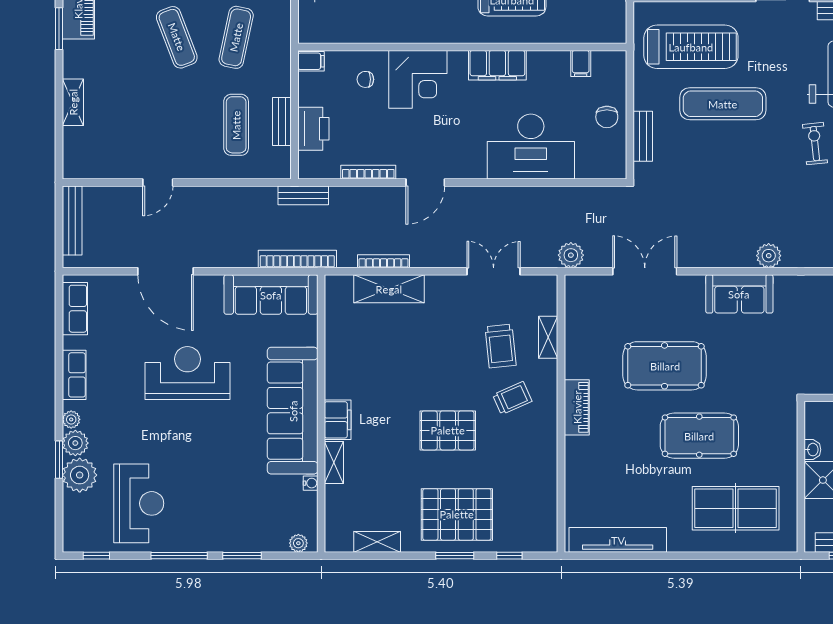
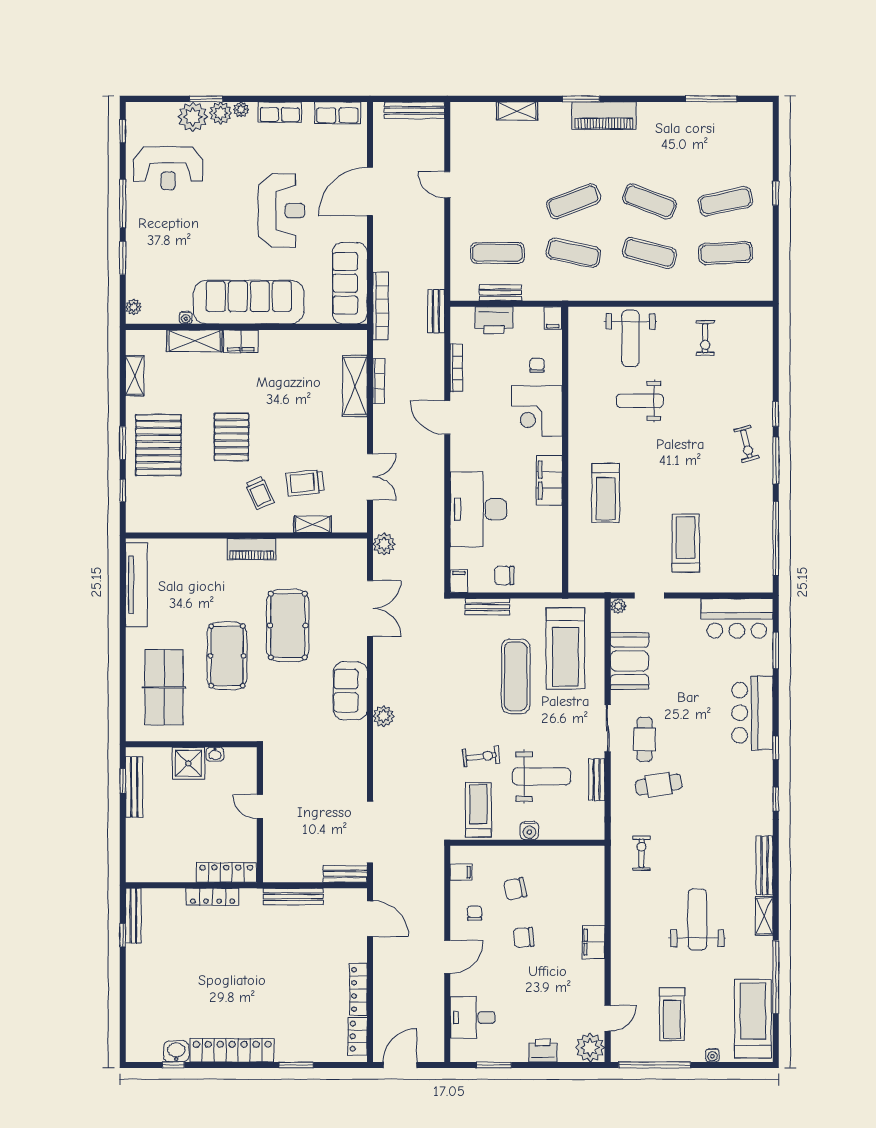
filing cabinet: (581, 63) -> (459, 581), moved, turned 90
shelving: (334, 463) -> (194, 341), width x1.50, depth x1.33

